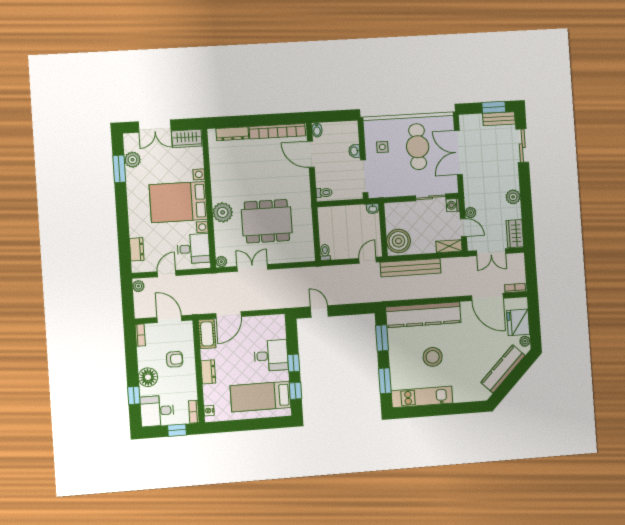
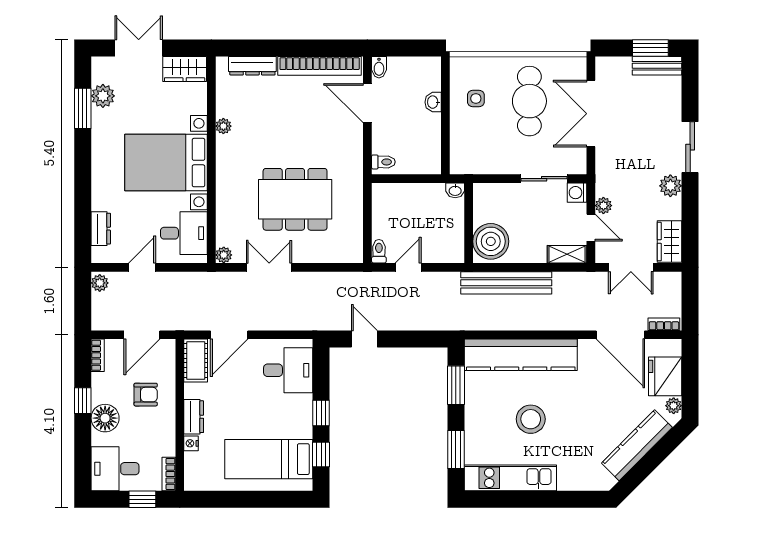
double door: (155, 126) -> (139, 48), swing flipped
sliding door: (522, 146) -> (690, 147), moved
doorway: (364, 176) -> (445, 141), removed
plant: (223, 212) -> (223, 126), moved, width x0.53, depth x0.53
door: (368, 260) -> (408, 267), moved
door: (169, 319) -> (142, 335), swing flipped
desk: (271, 356) -> (288, 370), moved
window: (134, 395) -> (83, 401), moved
nightstand: (209, 411) -> (191, 443), moved

